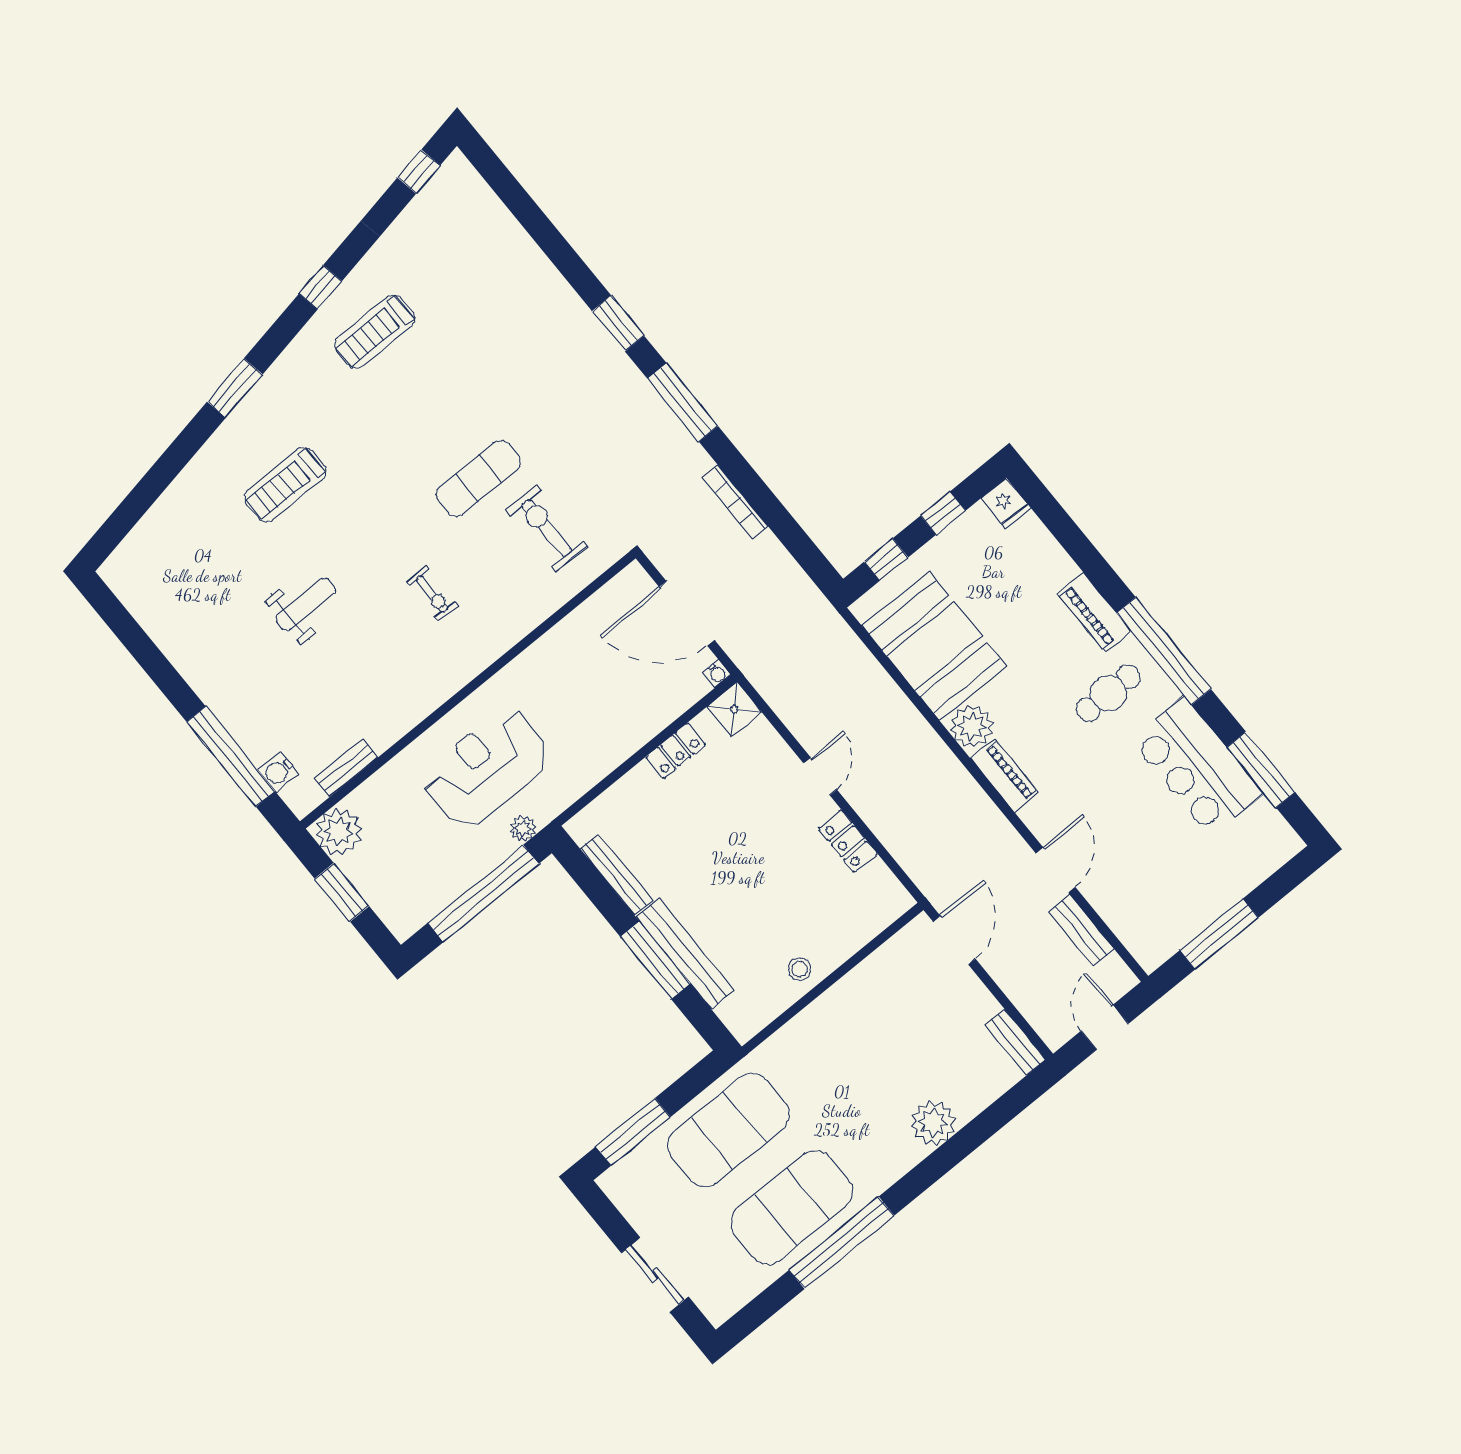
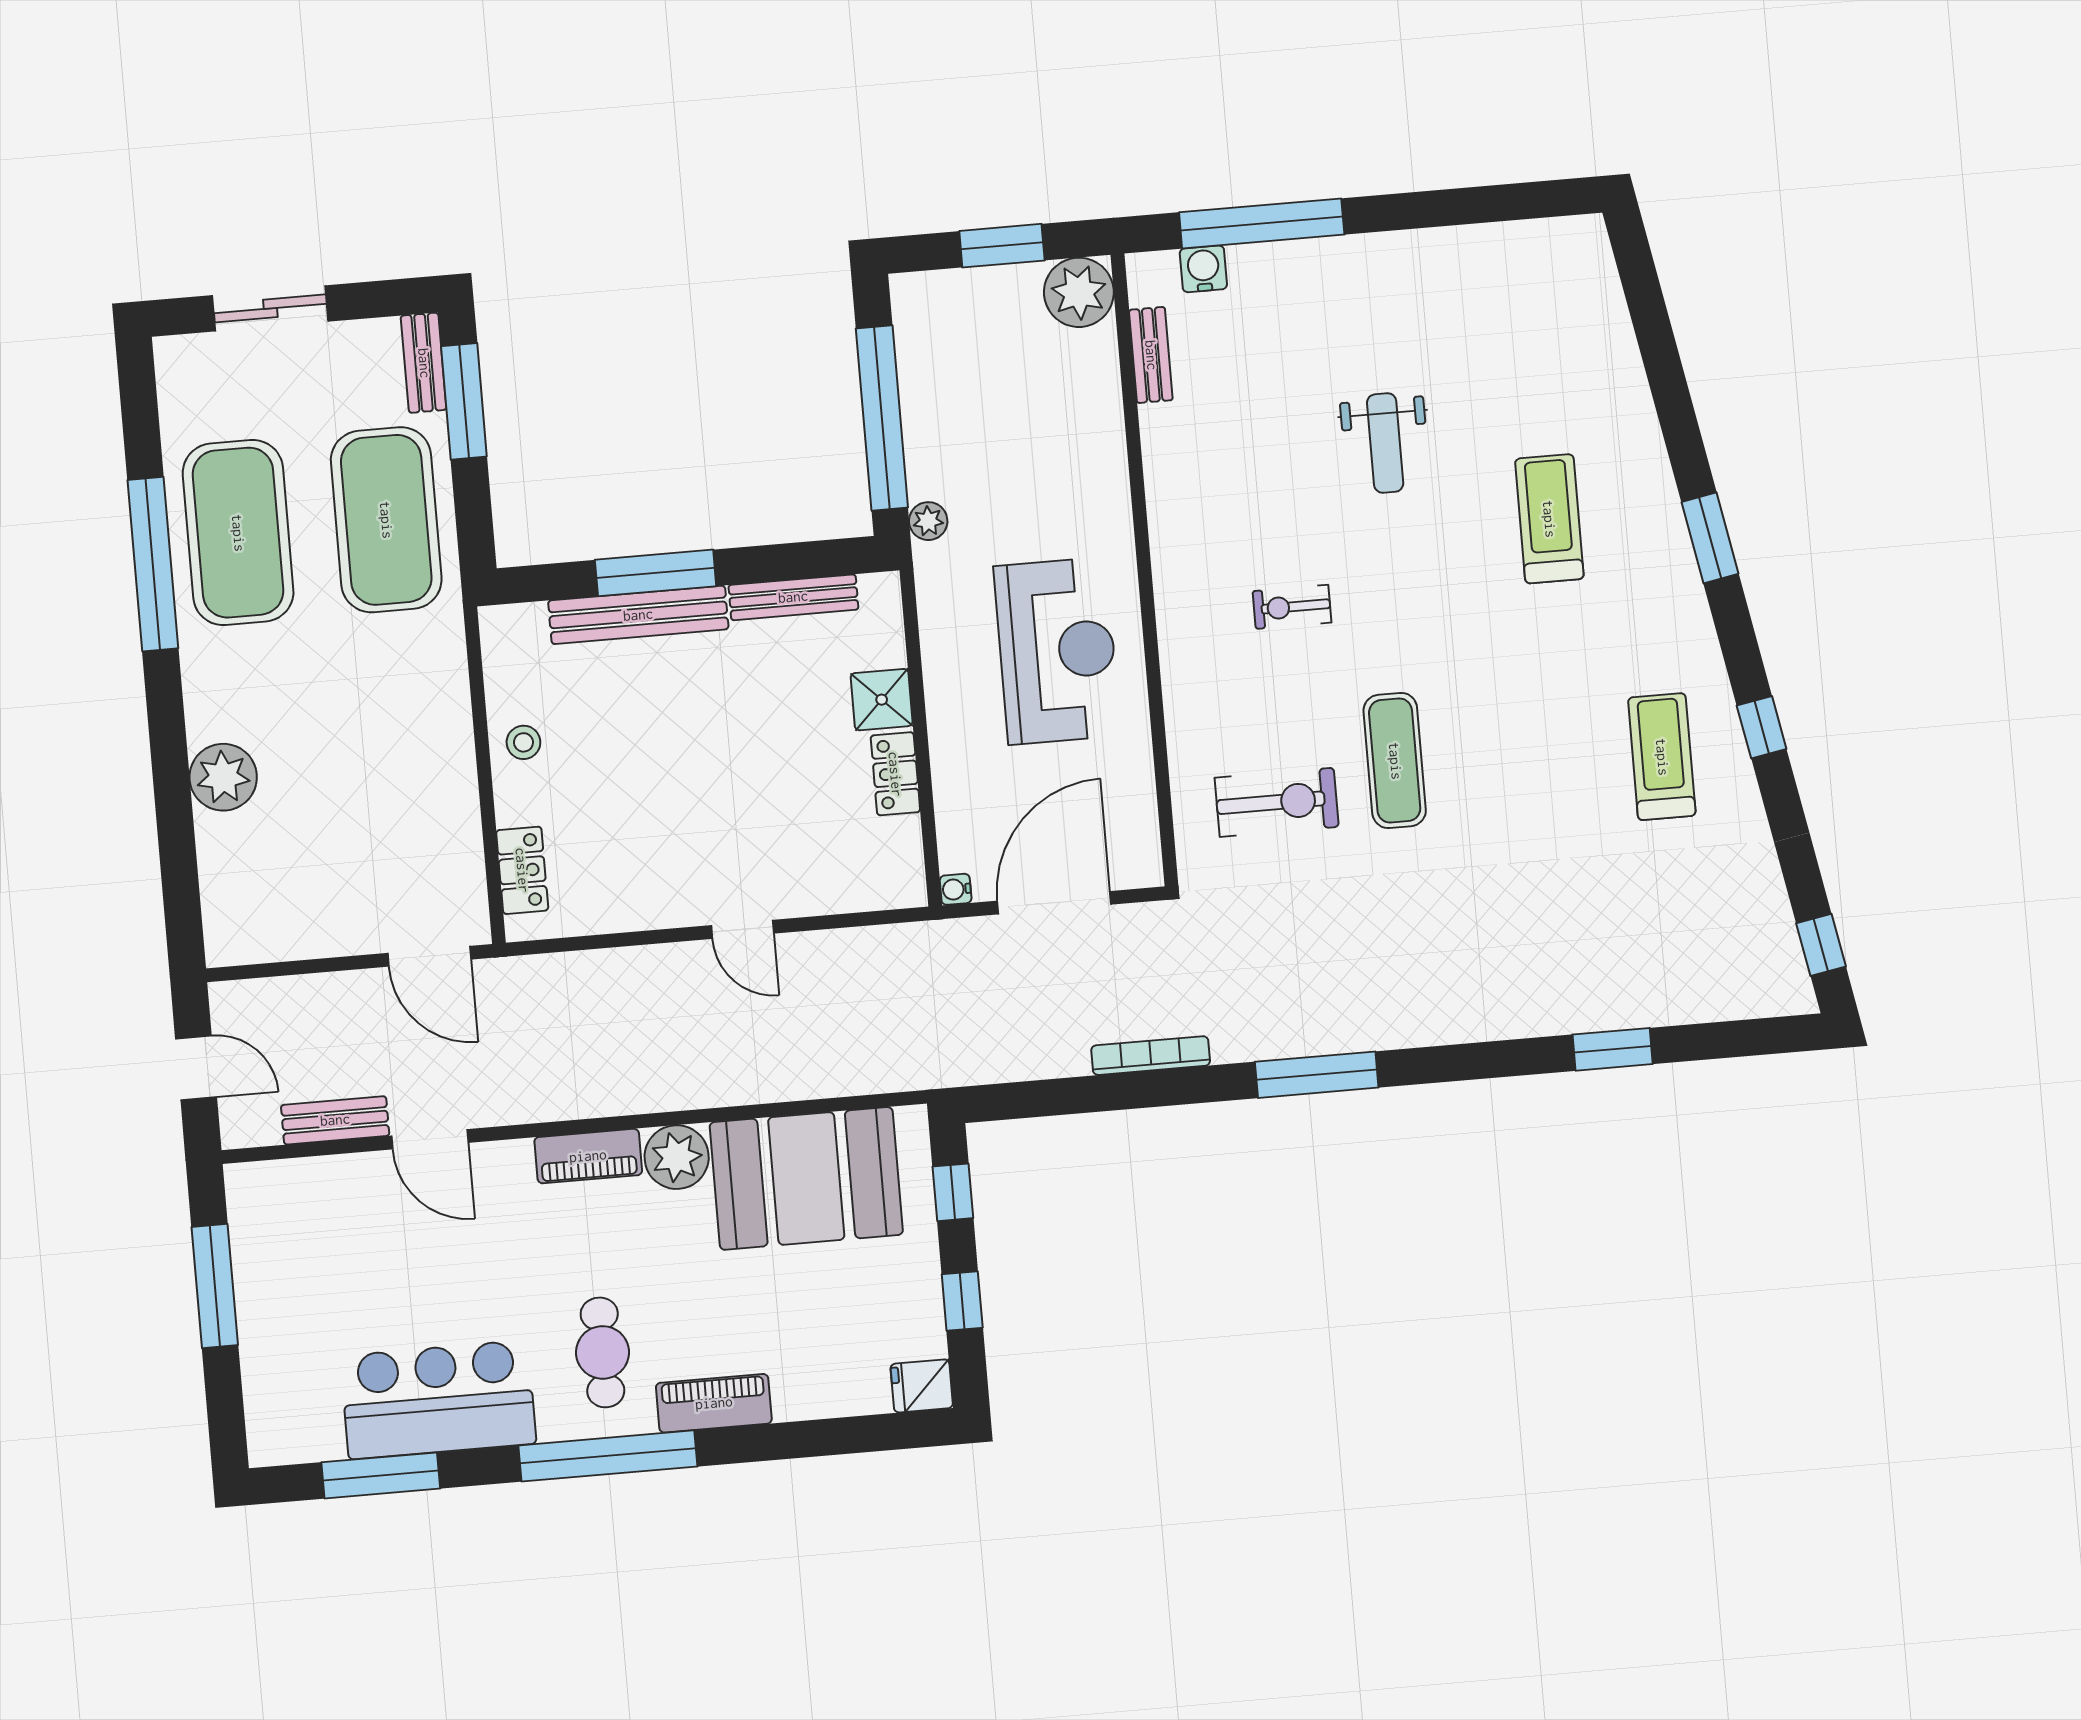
window: (618, 323) -> (1613, 1049), moved
shower: (734, 709) -> (882, 700), moved
reception desk: (487, 768) -> (1057, 651), moved
locker: (848, 841) -> (522, 870), moved, turned 90
bench: (1015, 1042) -> (424, 363), moved, turned 90

